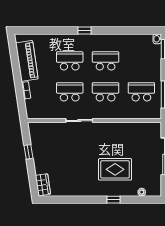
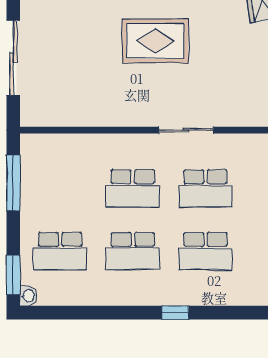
school desk: (141, 92) -> (60, 251), moved
rug: (115, 169) -> (155, 41), moved

